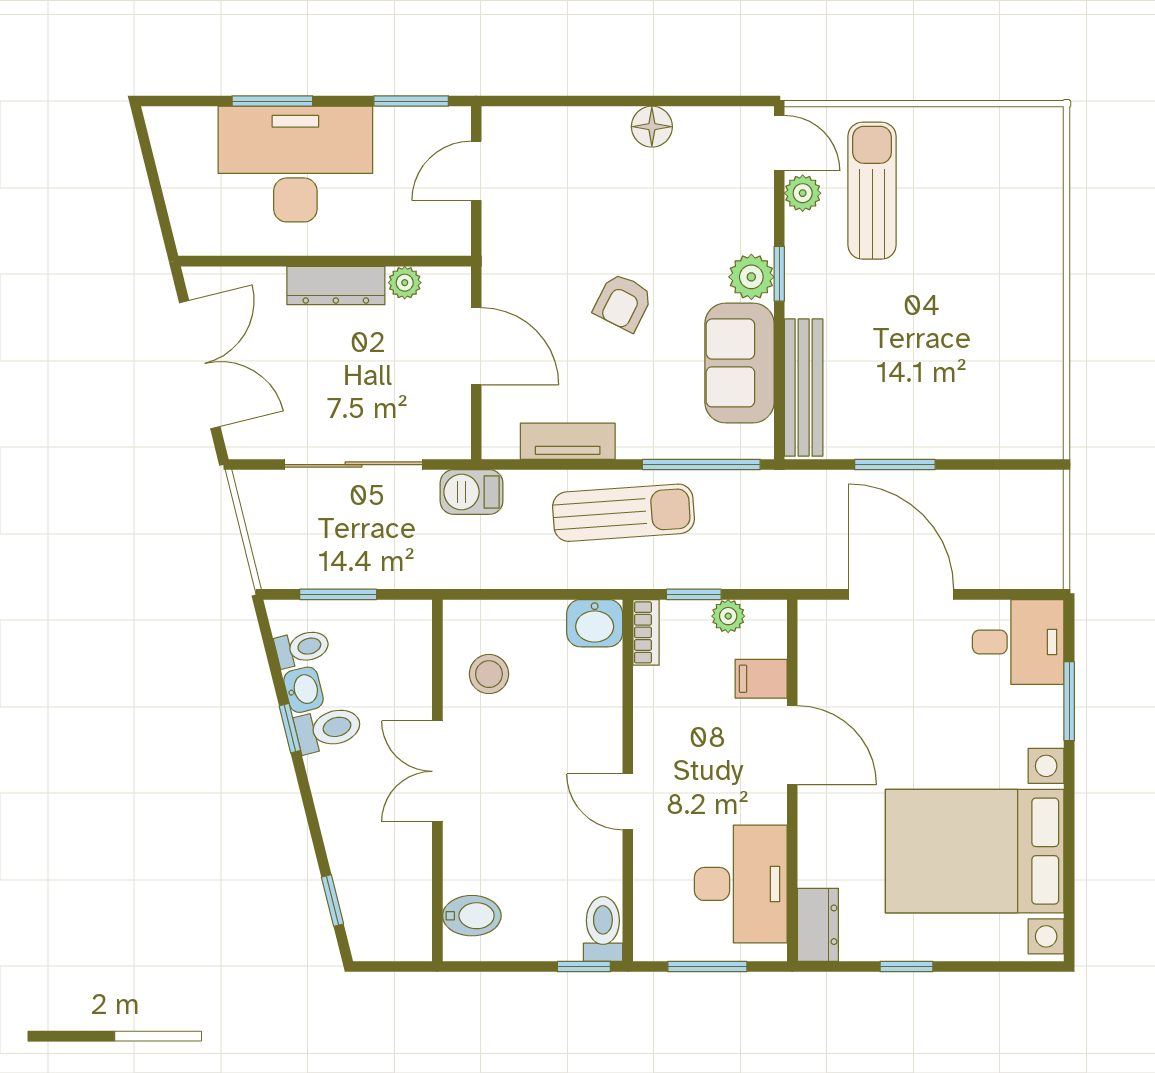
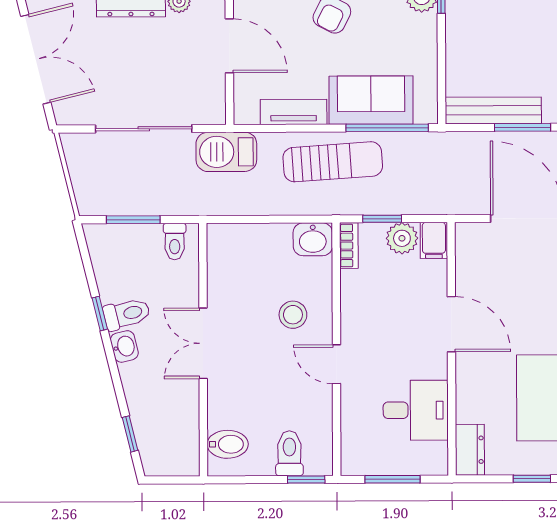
sofa: (739, 363) -> (371, 100), moved, turned 90
bench: (804, 388) -> (493, 110), moved, turned 90
barbecue: (472, 492) -> (226, 152), width x1.38, depth x1.27
plant: (728, 616) -> (402, 238), width x1.38, depth x1.38
toilet: (302, 648) -> (175, 241), moved, turned 104
stool: (489, 674) -> (293, 315), moved
filing cabinet: (761, 679) -> (434, 240), moved, turned -90
washbasin: (303, 690) -> (124, 346), moved
desk: (741, 884) -> (416, 410), width x0.73
toilet: (603, 929) -> (289, 453), moved

